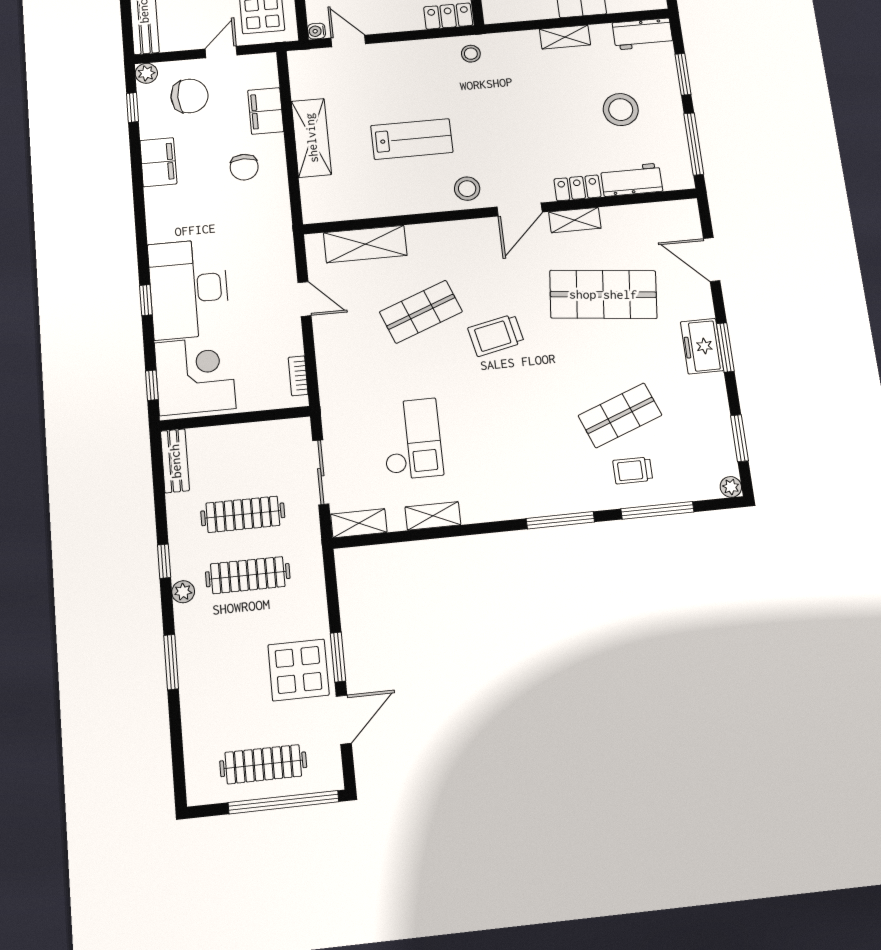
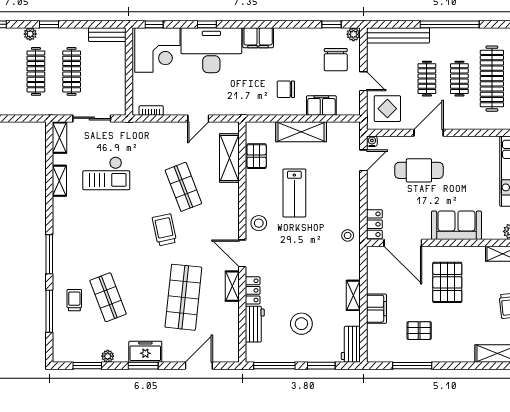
filing cabinet: (158, 162) -> (258, 38), moved
pallet: (358, 202) -> (257, 156), added
plant: (731, 487) -> (108, 356), moved

